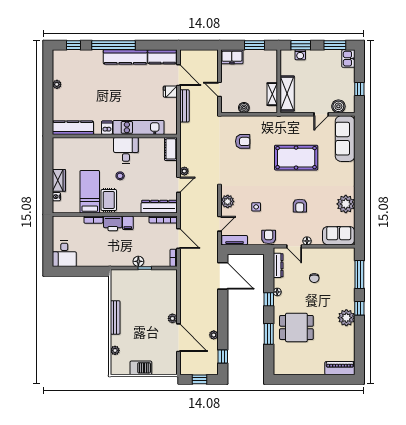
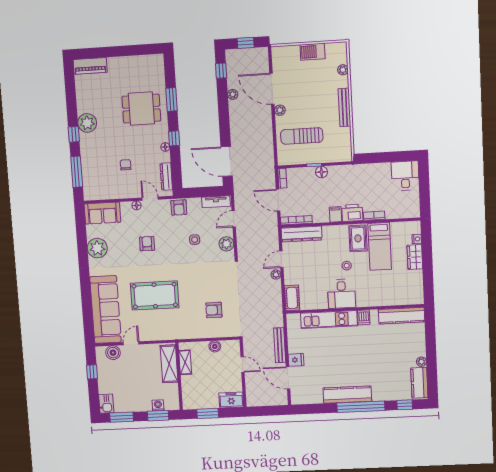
kitchen counter: (162, 57) -> (419, 383), moved, turned -90
sofa: (345, 139) -> (105, 310), width x1.36, depth x1.27
sun lounger: (154, 294) -> (302, 136), added

